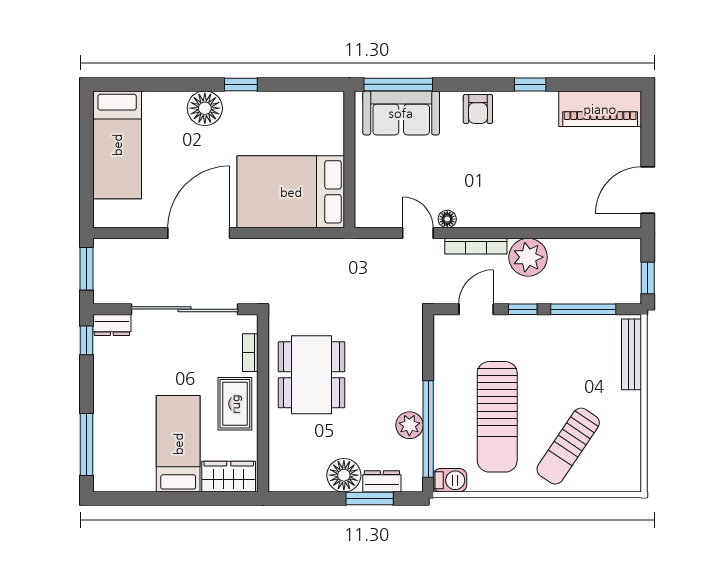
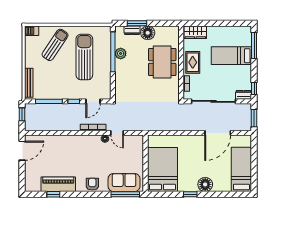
window: (530, 84) -> (53, 194), moved
piano: (600, 109) -> (58, 184), moved
bed: (291, 192) -> (162, 170), moved, turned -90
door: (199, 233) -> (218, 133), moved
plant: (528, 257) -> (72, 123), removed
dining table: (312, 375) -> (162, 62), moved
bed: (178, 444) -> (231, 56), moved, turned 90
barbecue: (450, 480) -> (32, 31), moved

